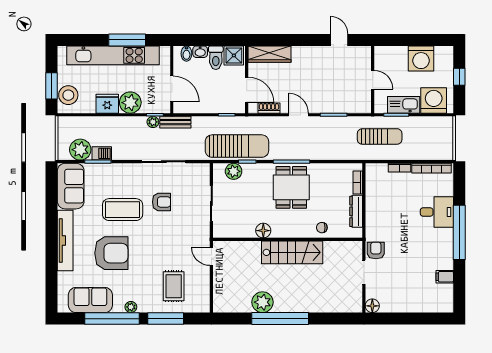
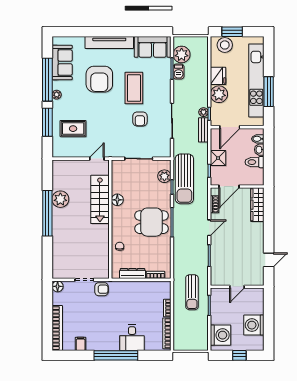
shower: (234, 55) -> (218, 158), moved
kitchen sink: (404, 105) -> (217, 311), removed
stairs: (292, 252) -> (100, 199), moved
bookcase: (425, 306) -> (57, 328), added

